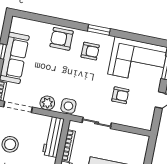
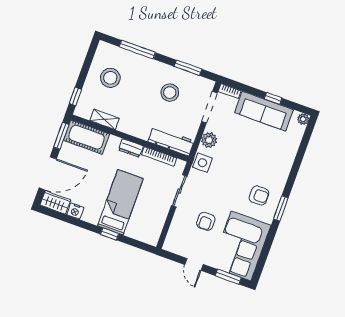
plant: (16, 22) -> (303, 119), added
armchair: (62, 39) -> (277, 166), removed
armchair: (90, 51) -> (259, 195), turned -90

